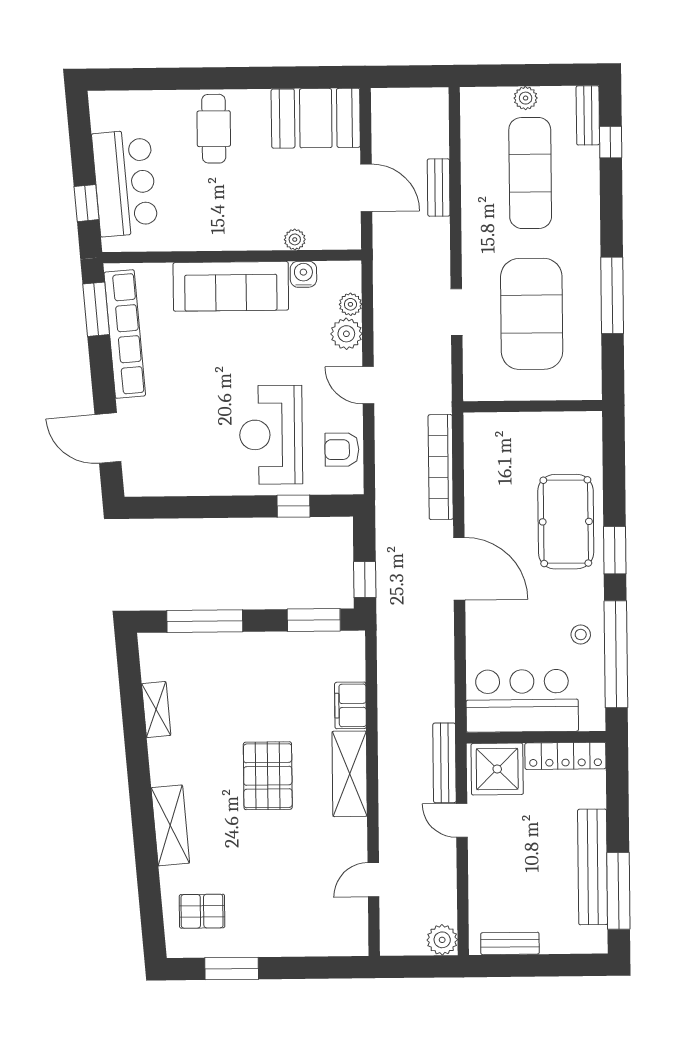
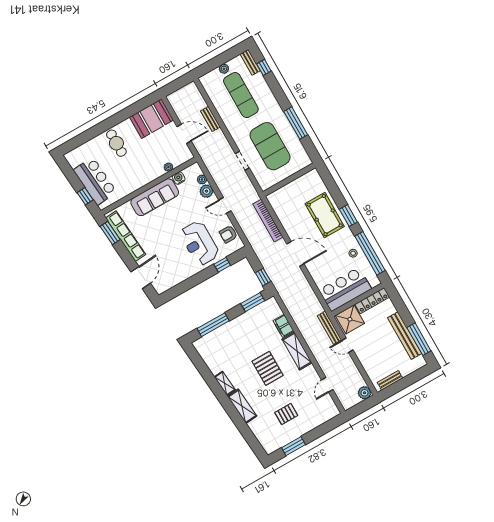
door: (108, 438) -> (141, 278), swing flipped
shelving: (156, 710) -> (225, 383), moved
pallet: (202, 911) -> (286, 414), moved

